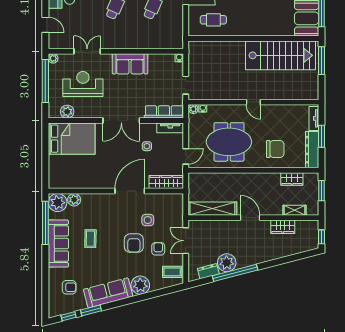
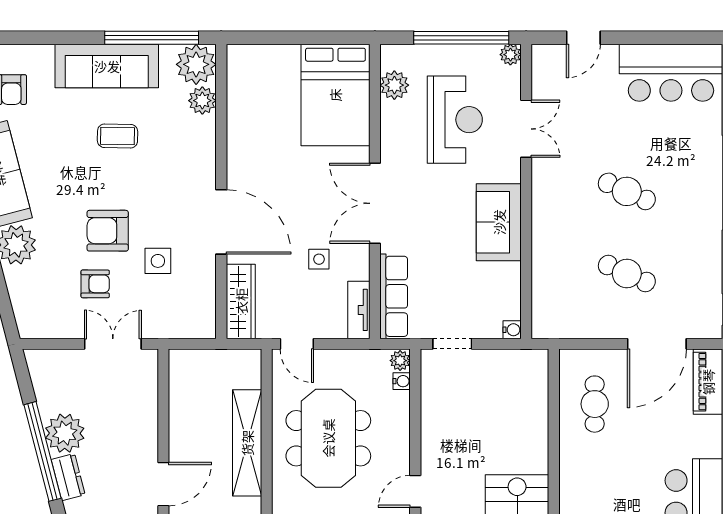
shelving: (212, 209) -> (247, 443), moved
dresser: (208, 271) -> (68, 477), moved
coffee table: (172, 272) -> (45, 314), removed

